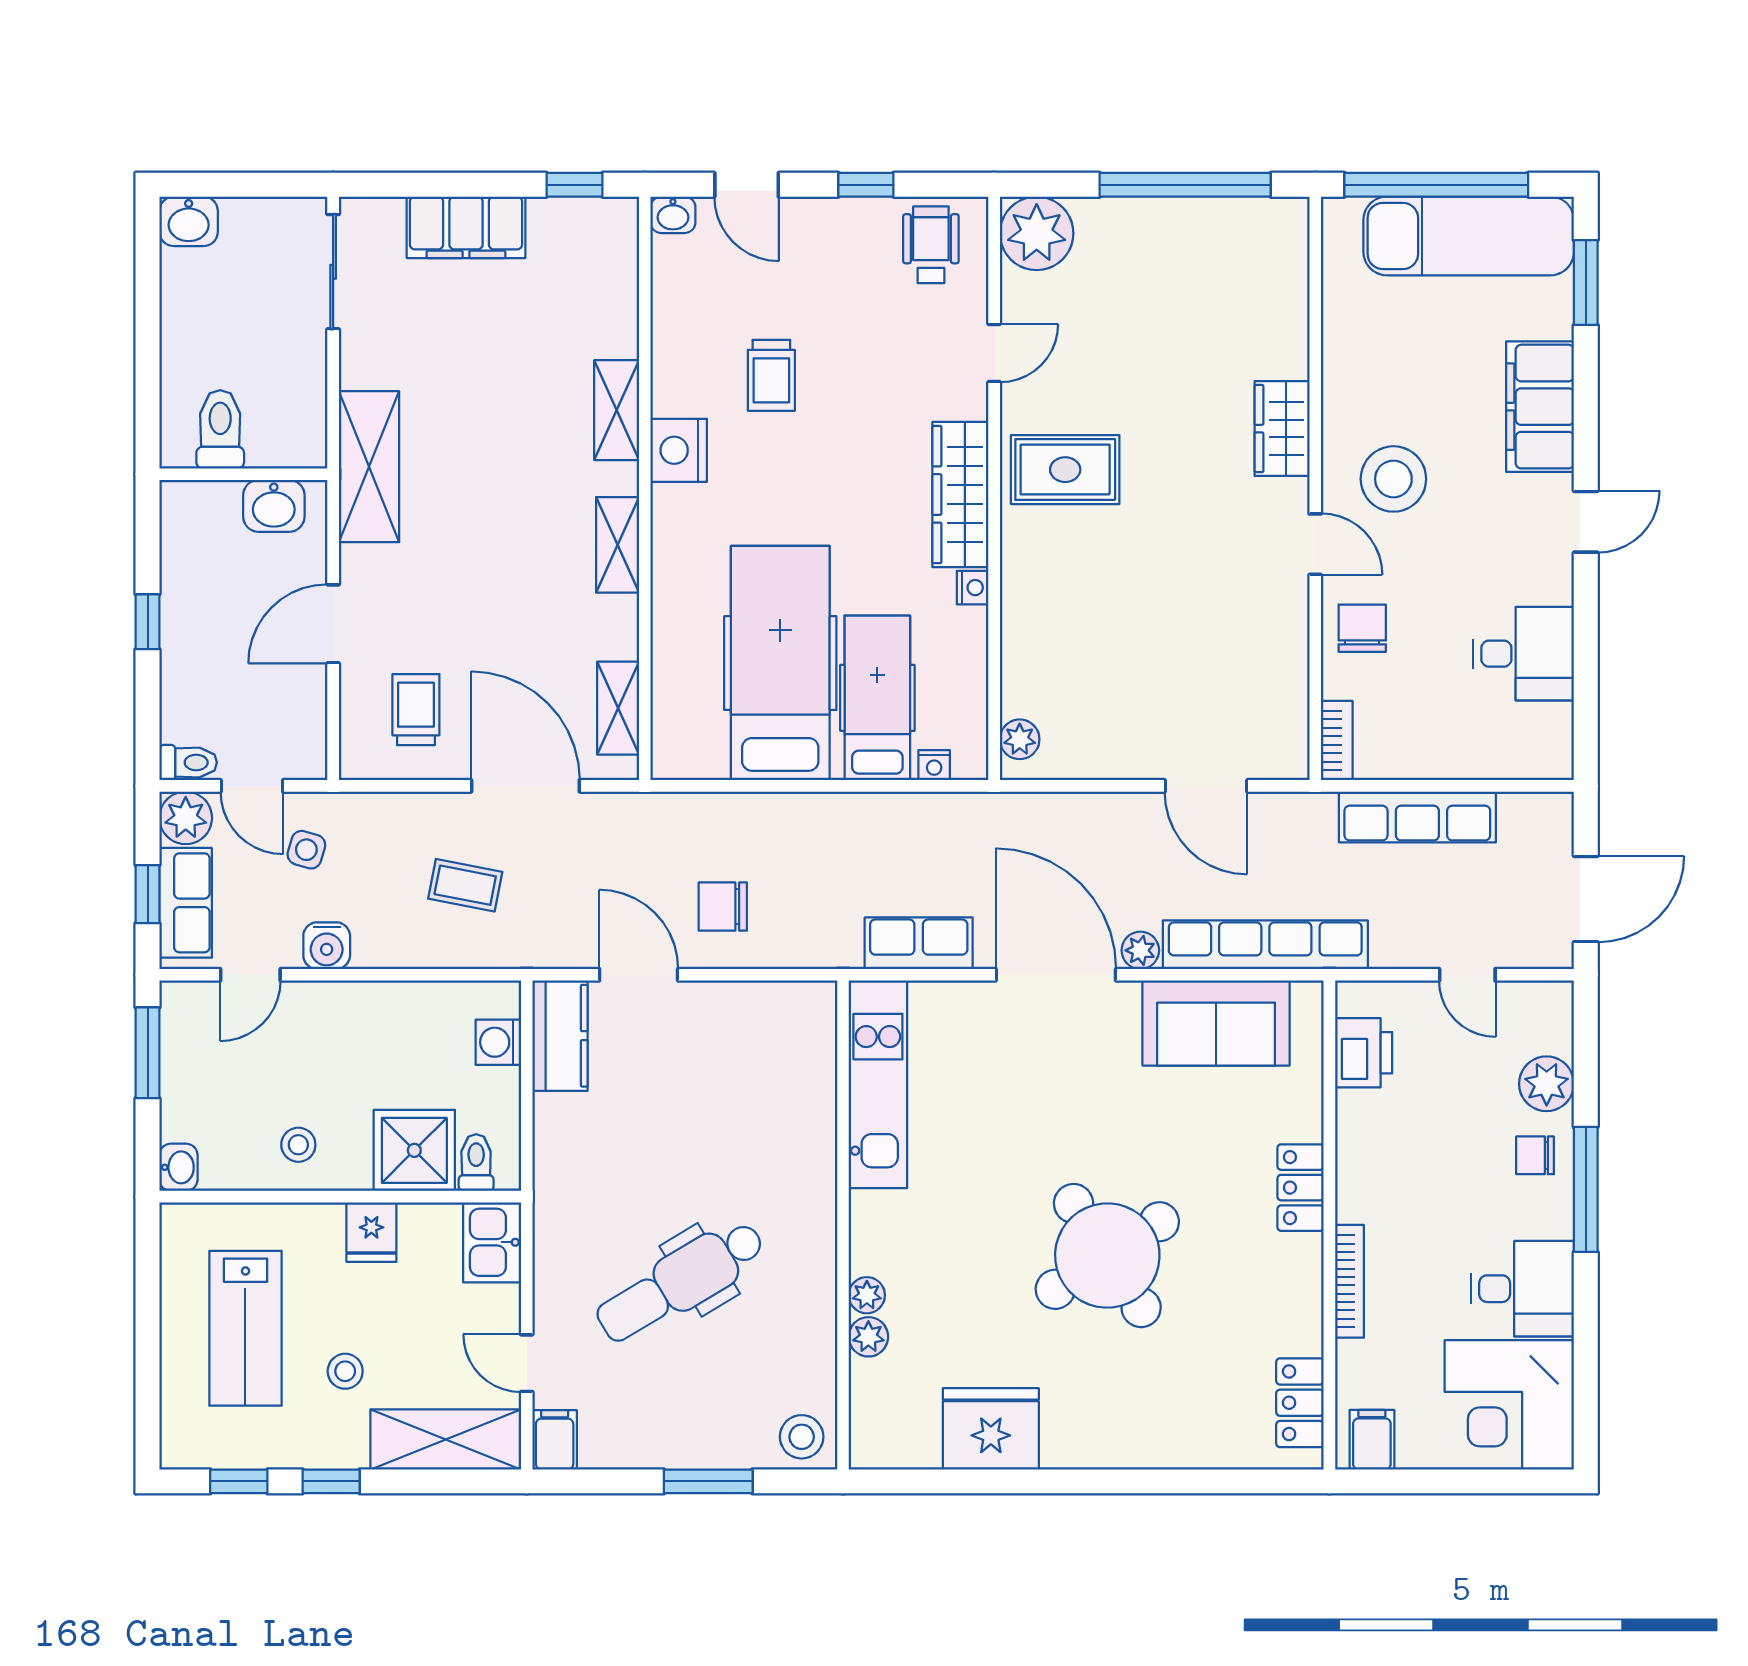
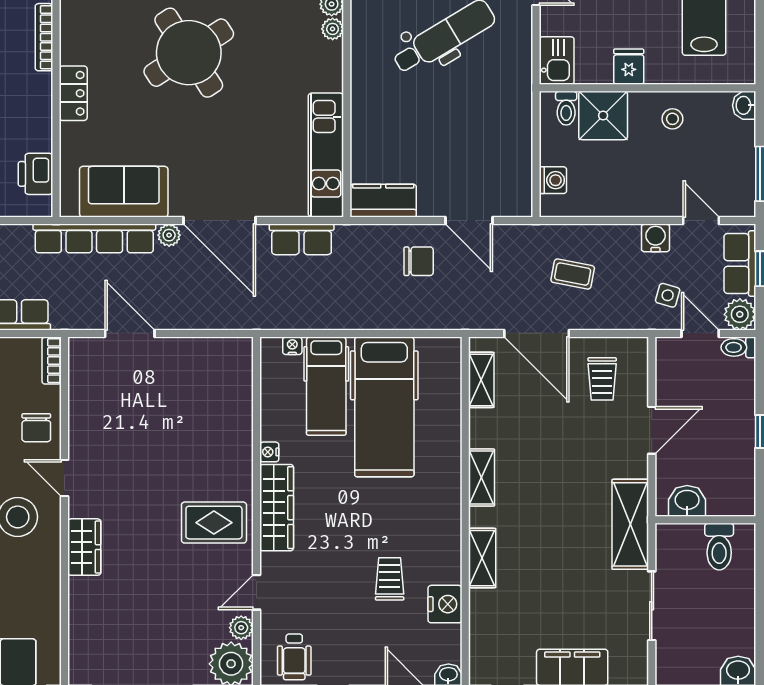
sliding door: (333, 272) -> (652, 606), moved
nightstand: (679, 450) -> (445, 604), moved
plant: (1020, 739) -> (241, 628), moved
door: (250, 975) -> (701, 221), hinge flipped
kitchen counter: (560, 1036) -> (383, 201), moved, turned 90

